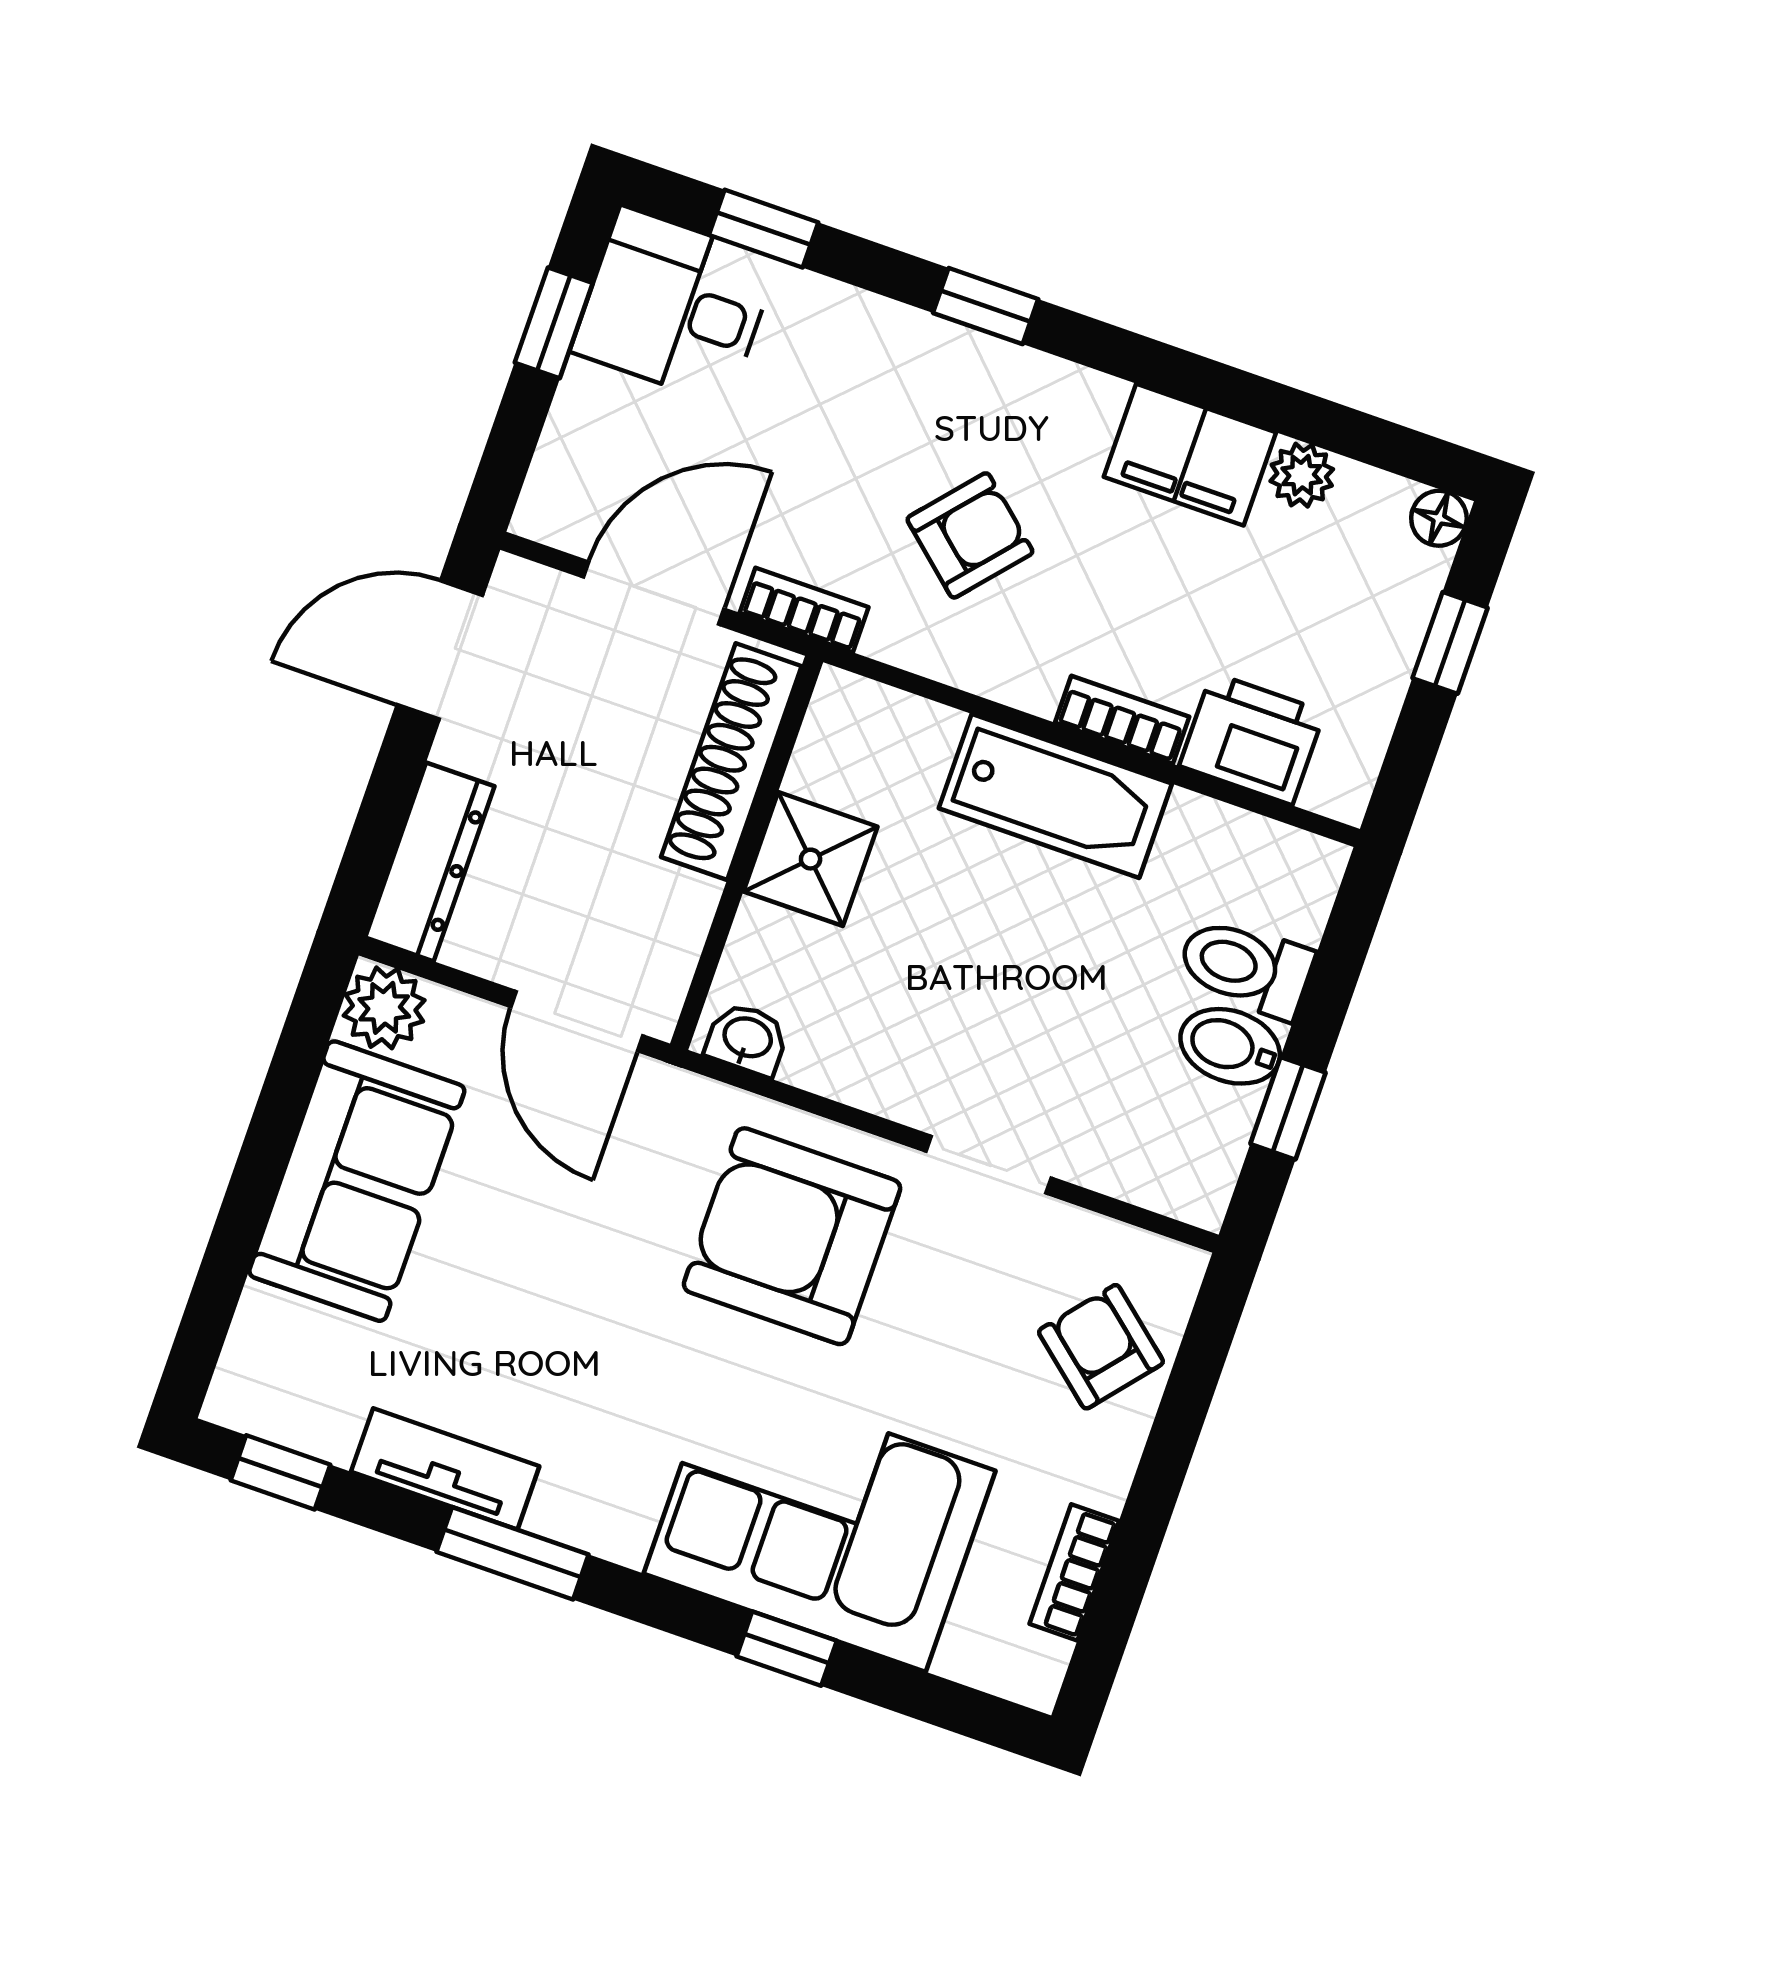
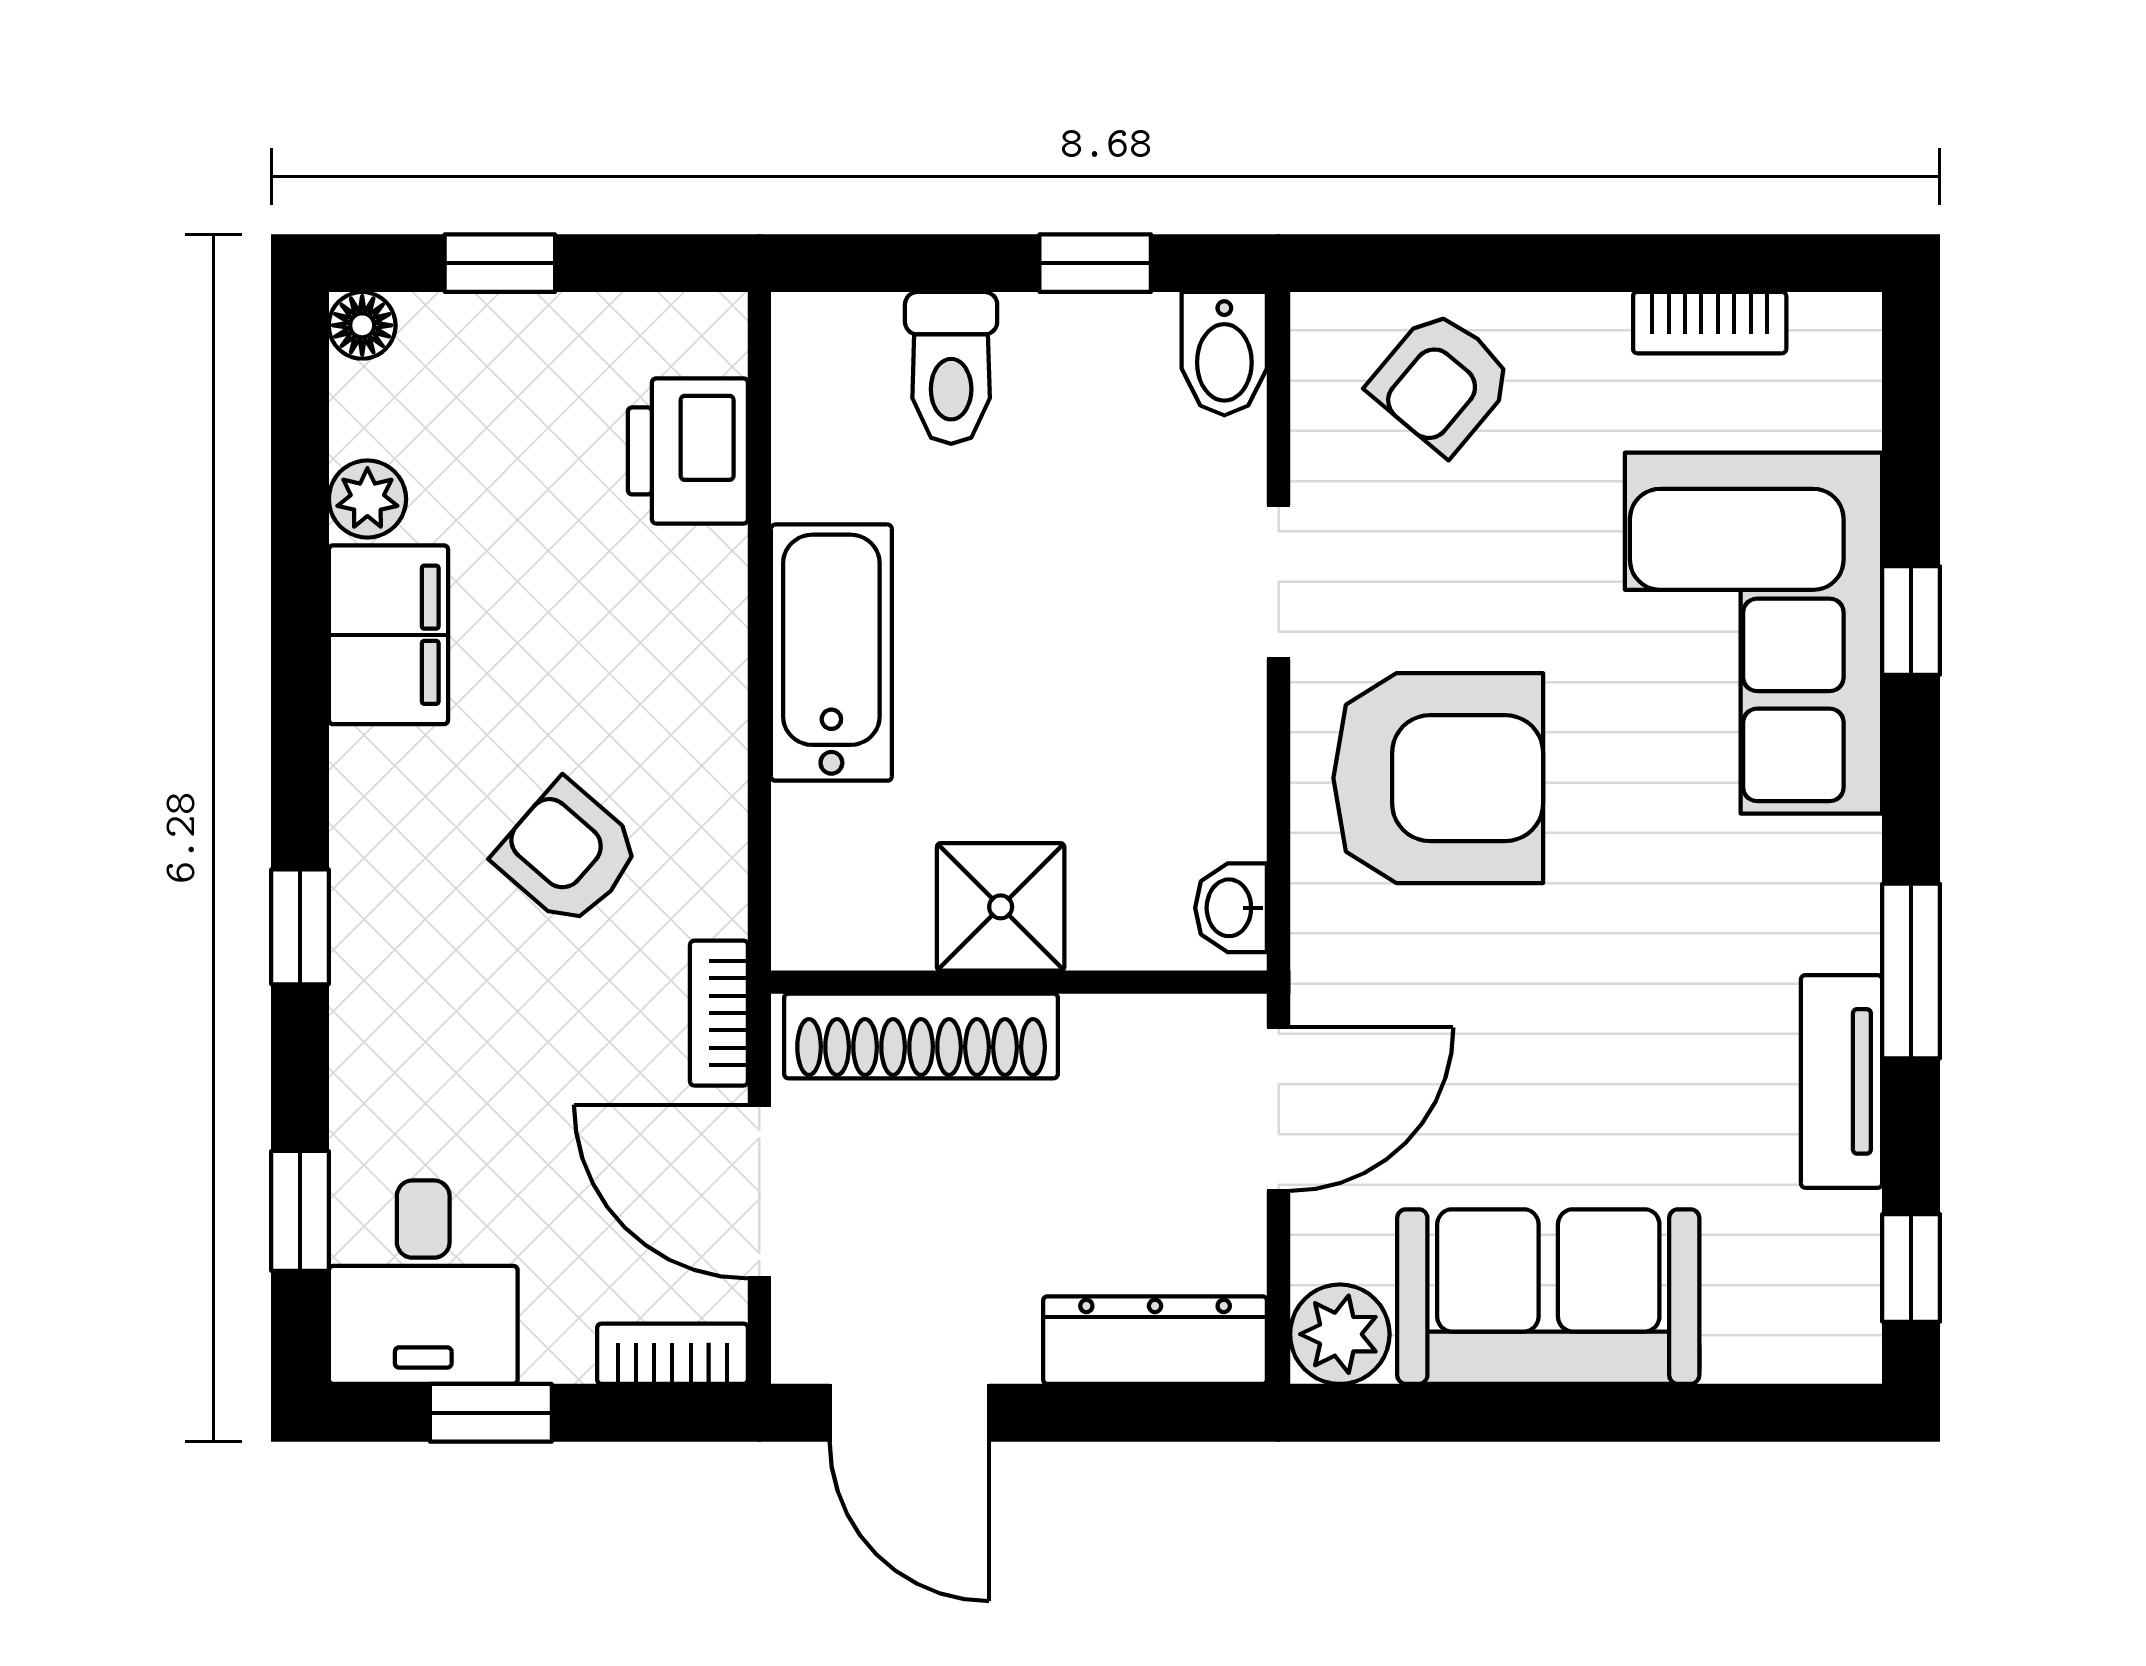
bookcase: (1122, 720) -> (672, 1354), moved, turned 90
bidet: (1230, 1046) -> (1224, 354), moved
armchair: (792, 1236) -> (1438, 778), turned -90

